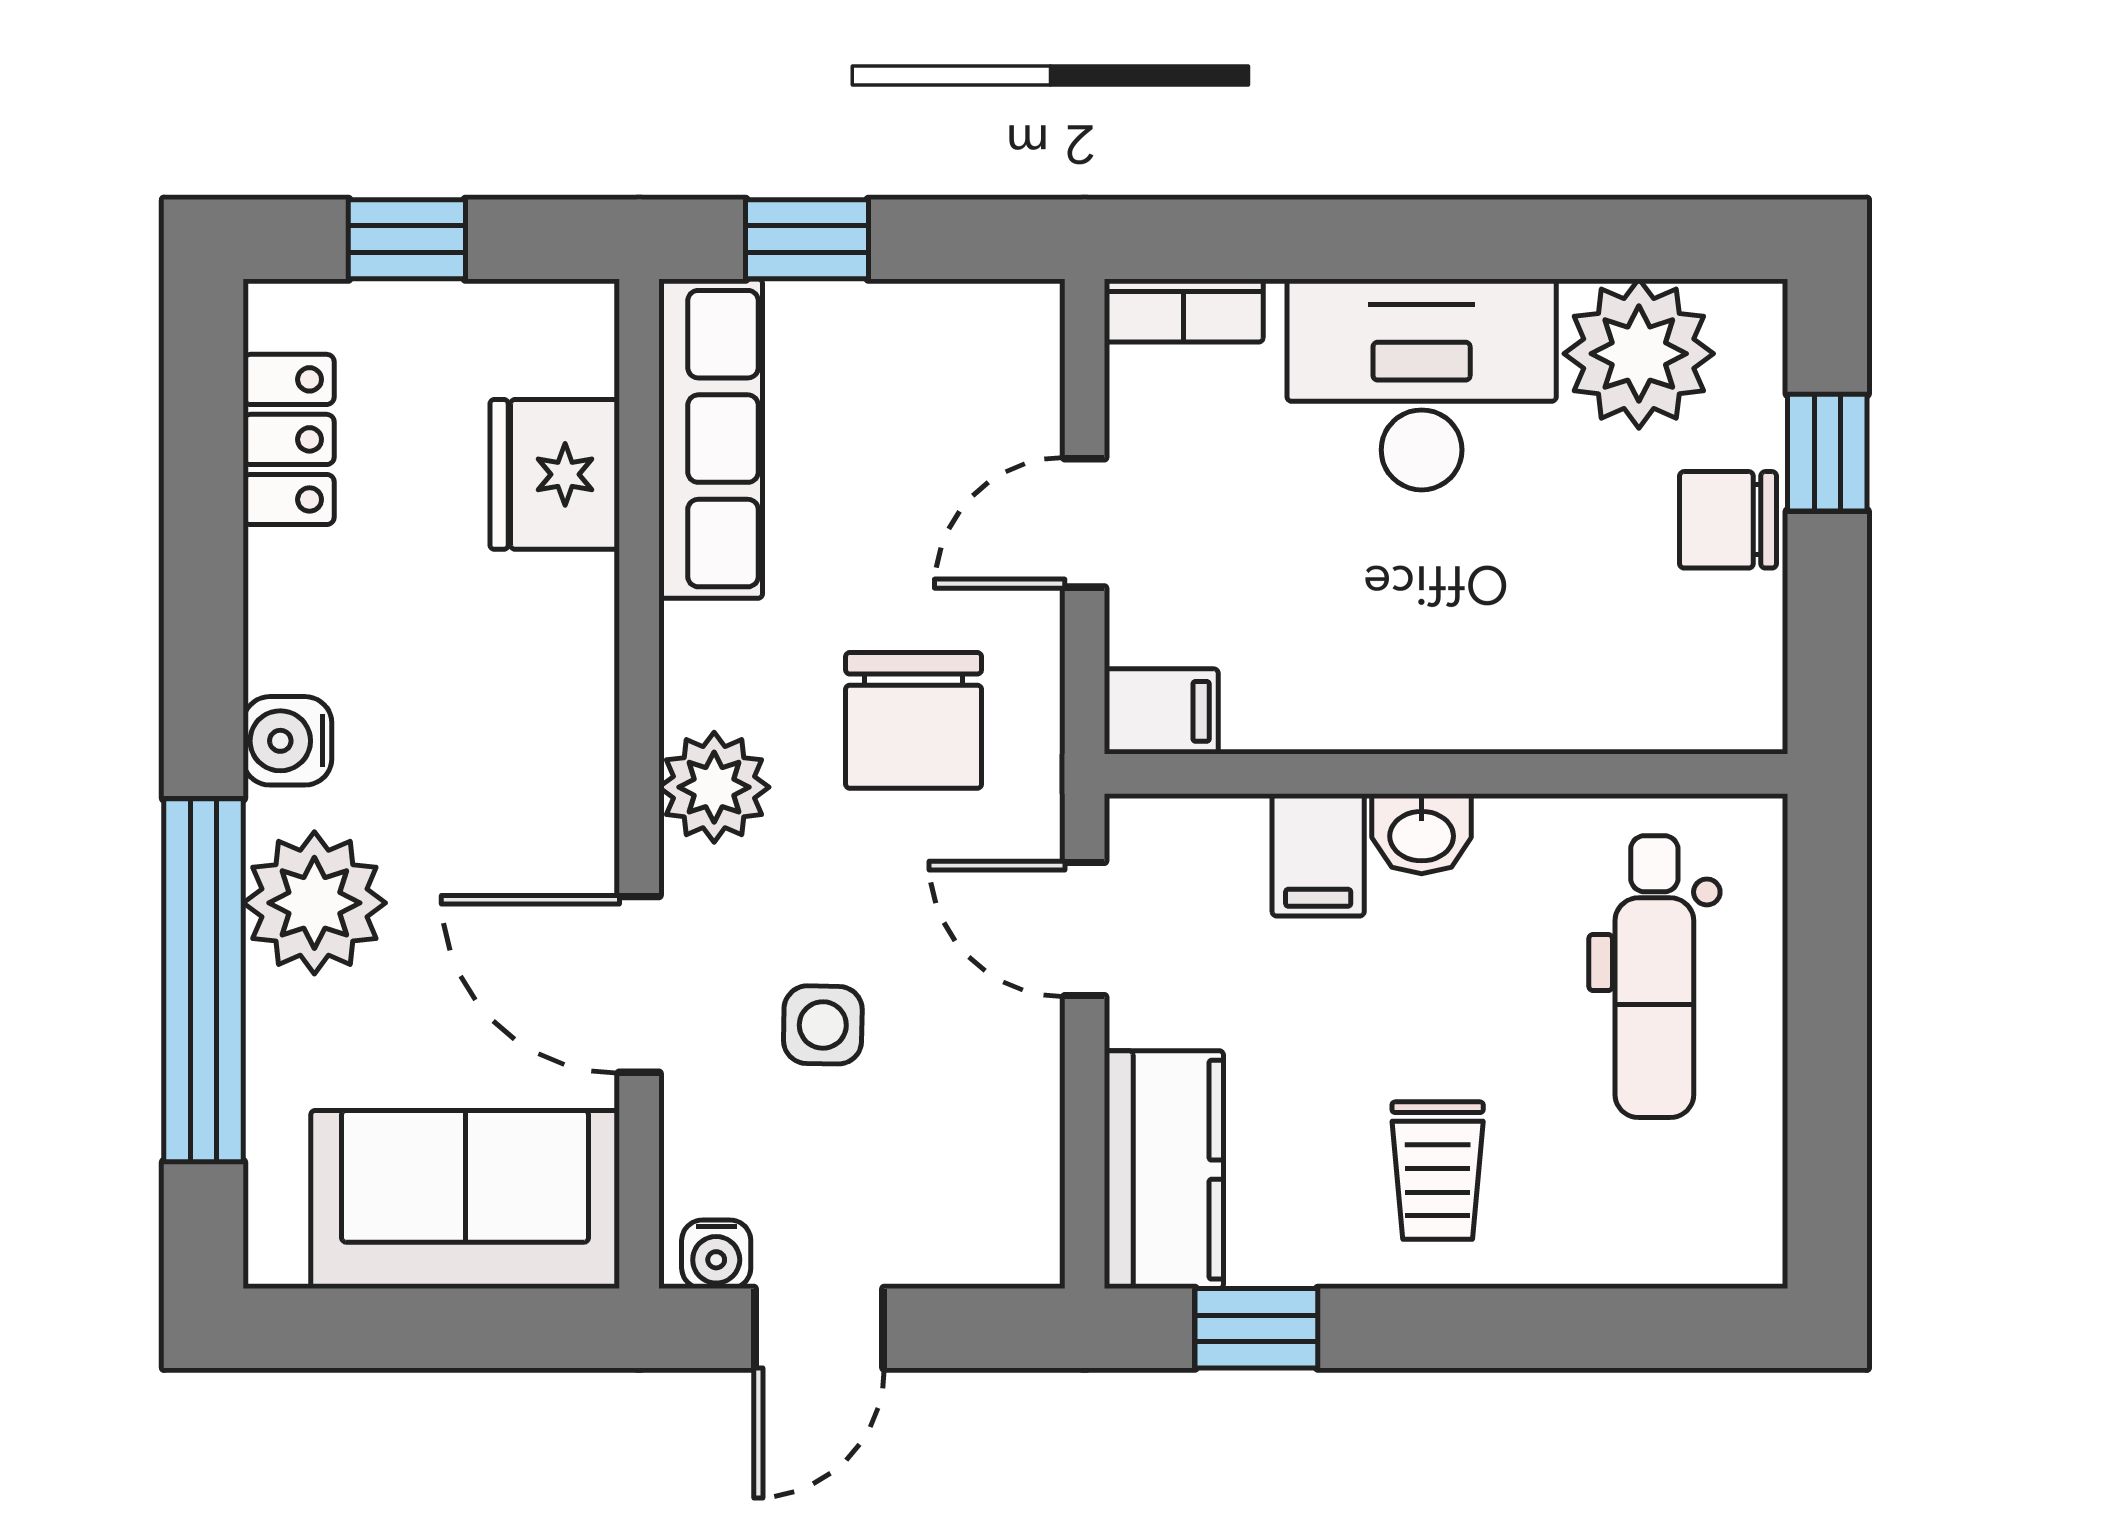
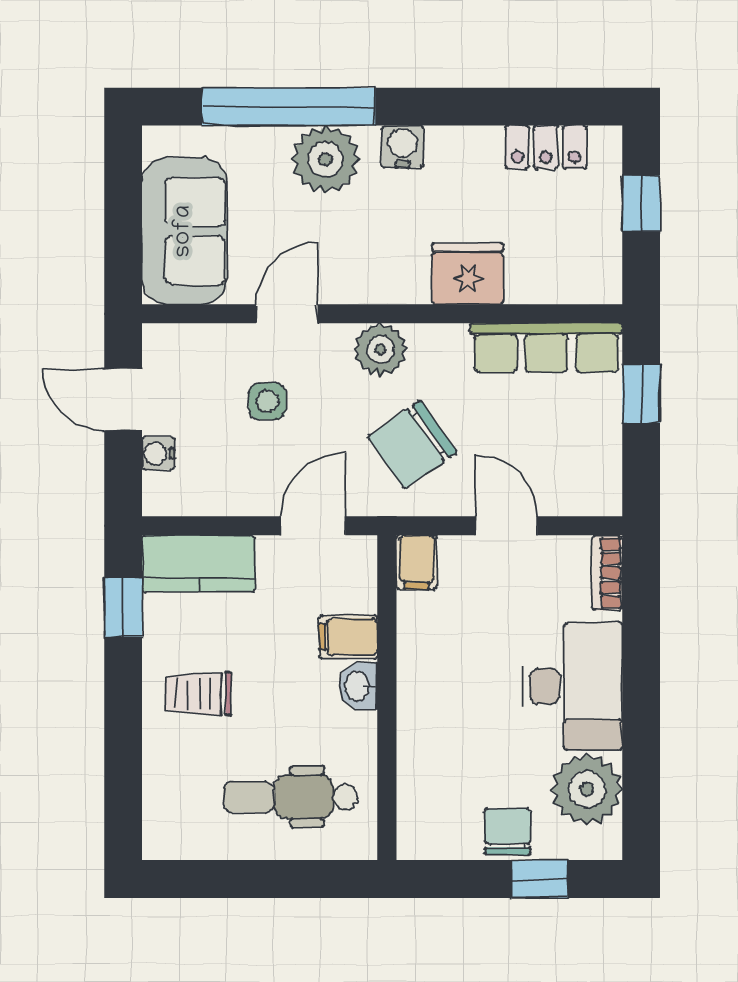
fridge: (555, 474) -> (468, 274), moved
chair: (914, 720) -> (412, 444), turned -35
door: (639, 984) -> (287, 314), width x0.73
water cooler: (716, 1254) -> (158, 453), moved

